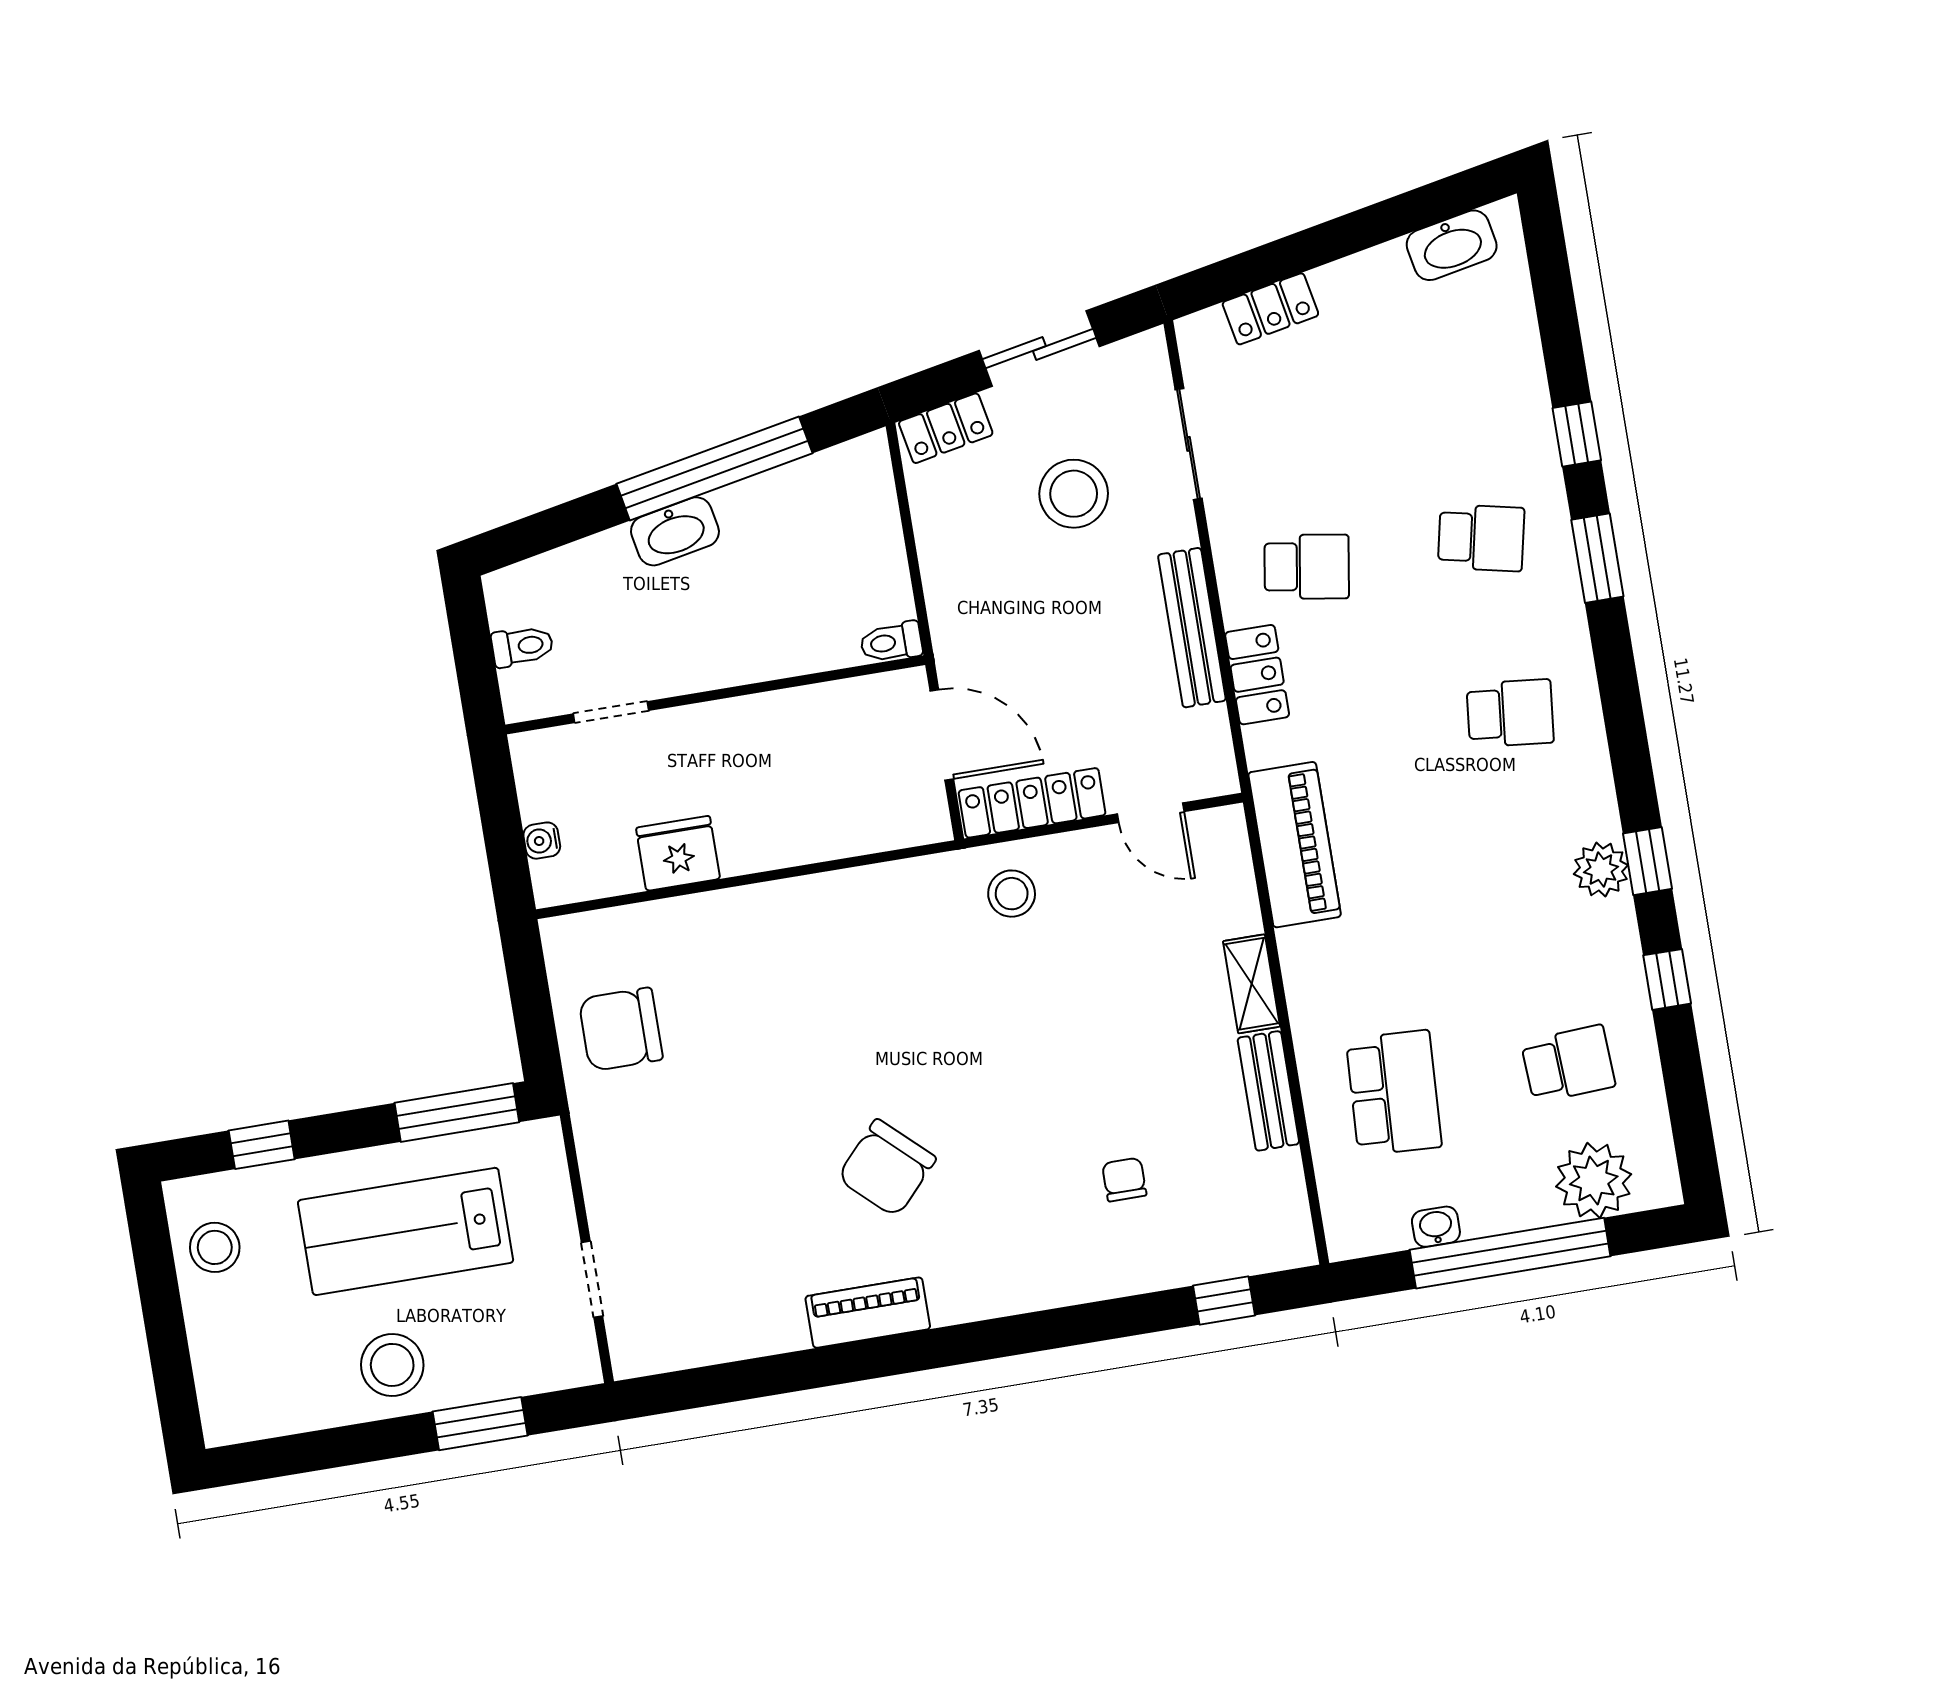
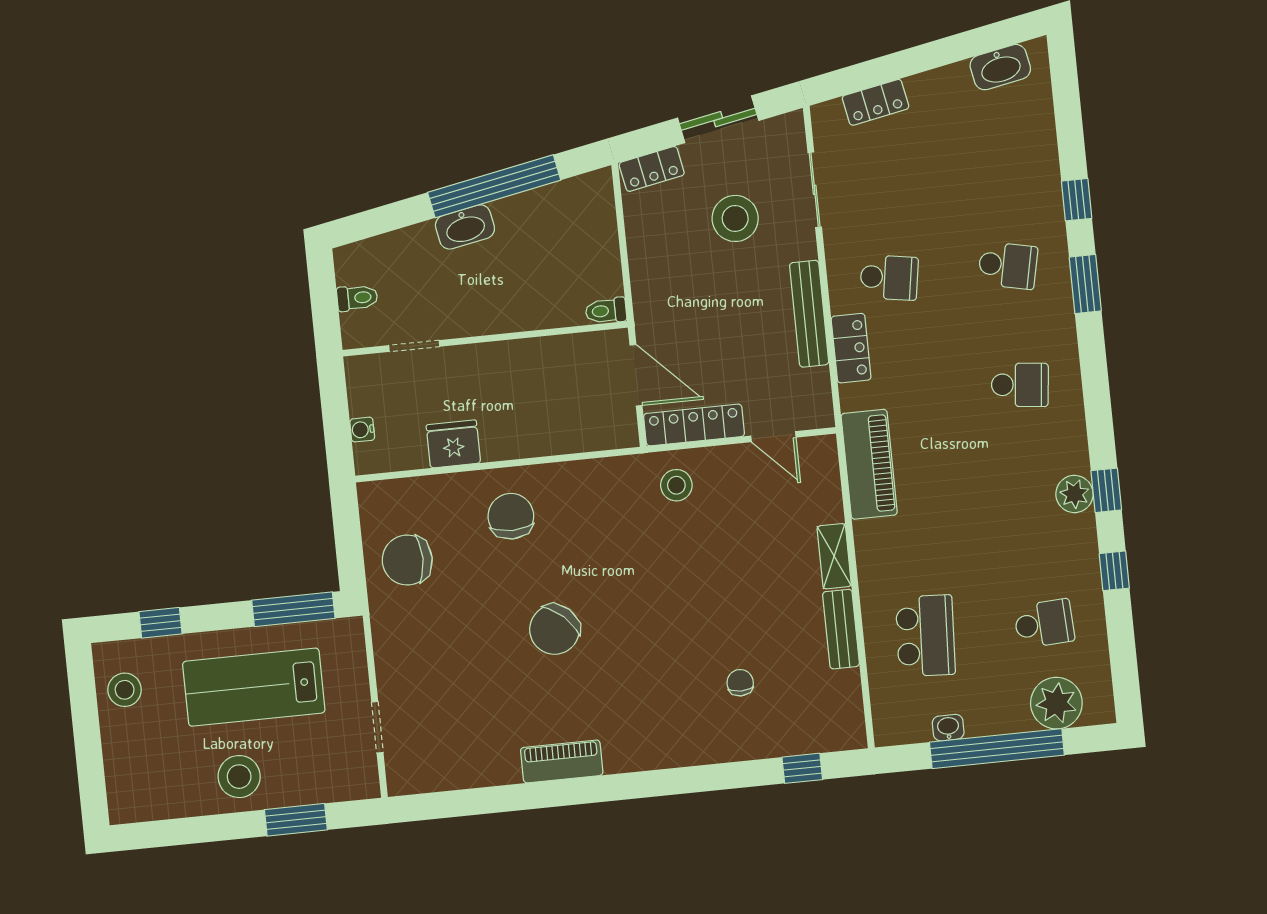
chair: (770, 955) -> (511, 516), added
chair: (887, 1168) -> (555, 629), moved

